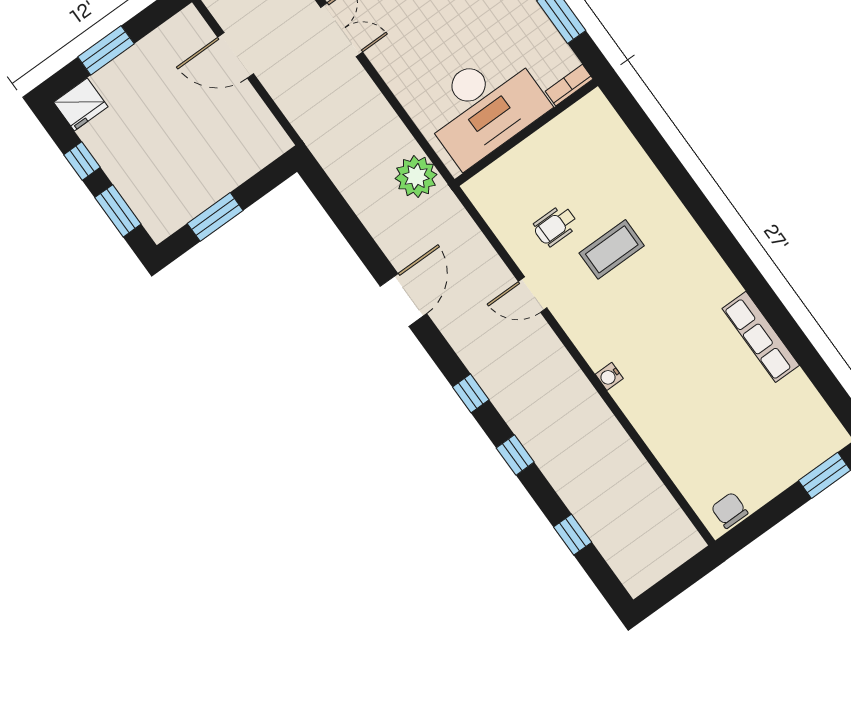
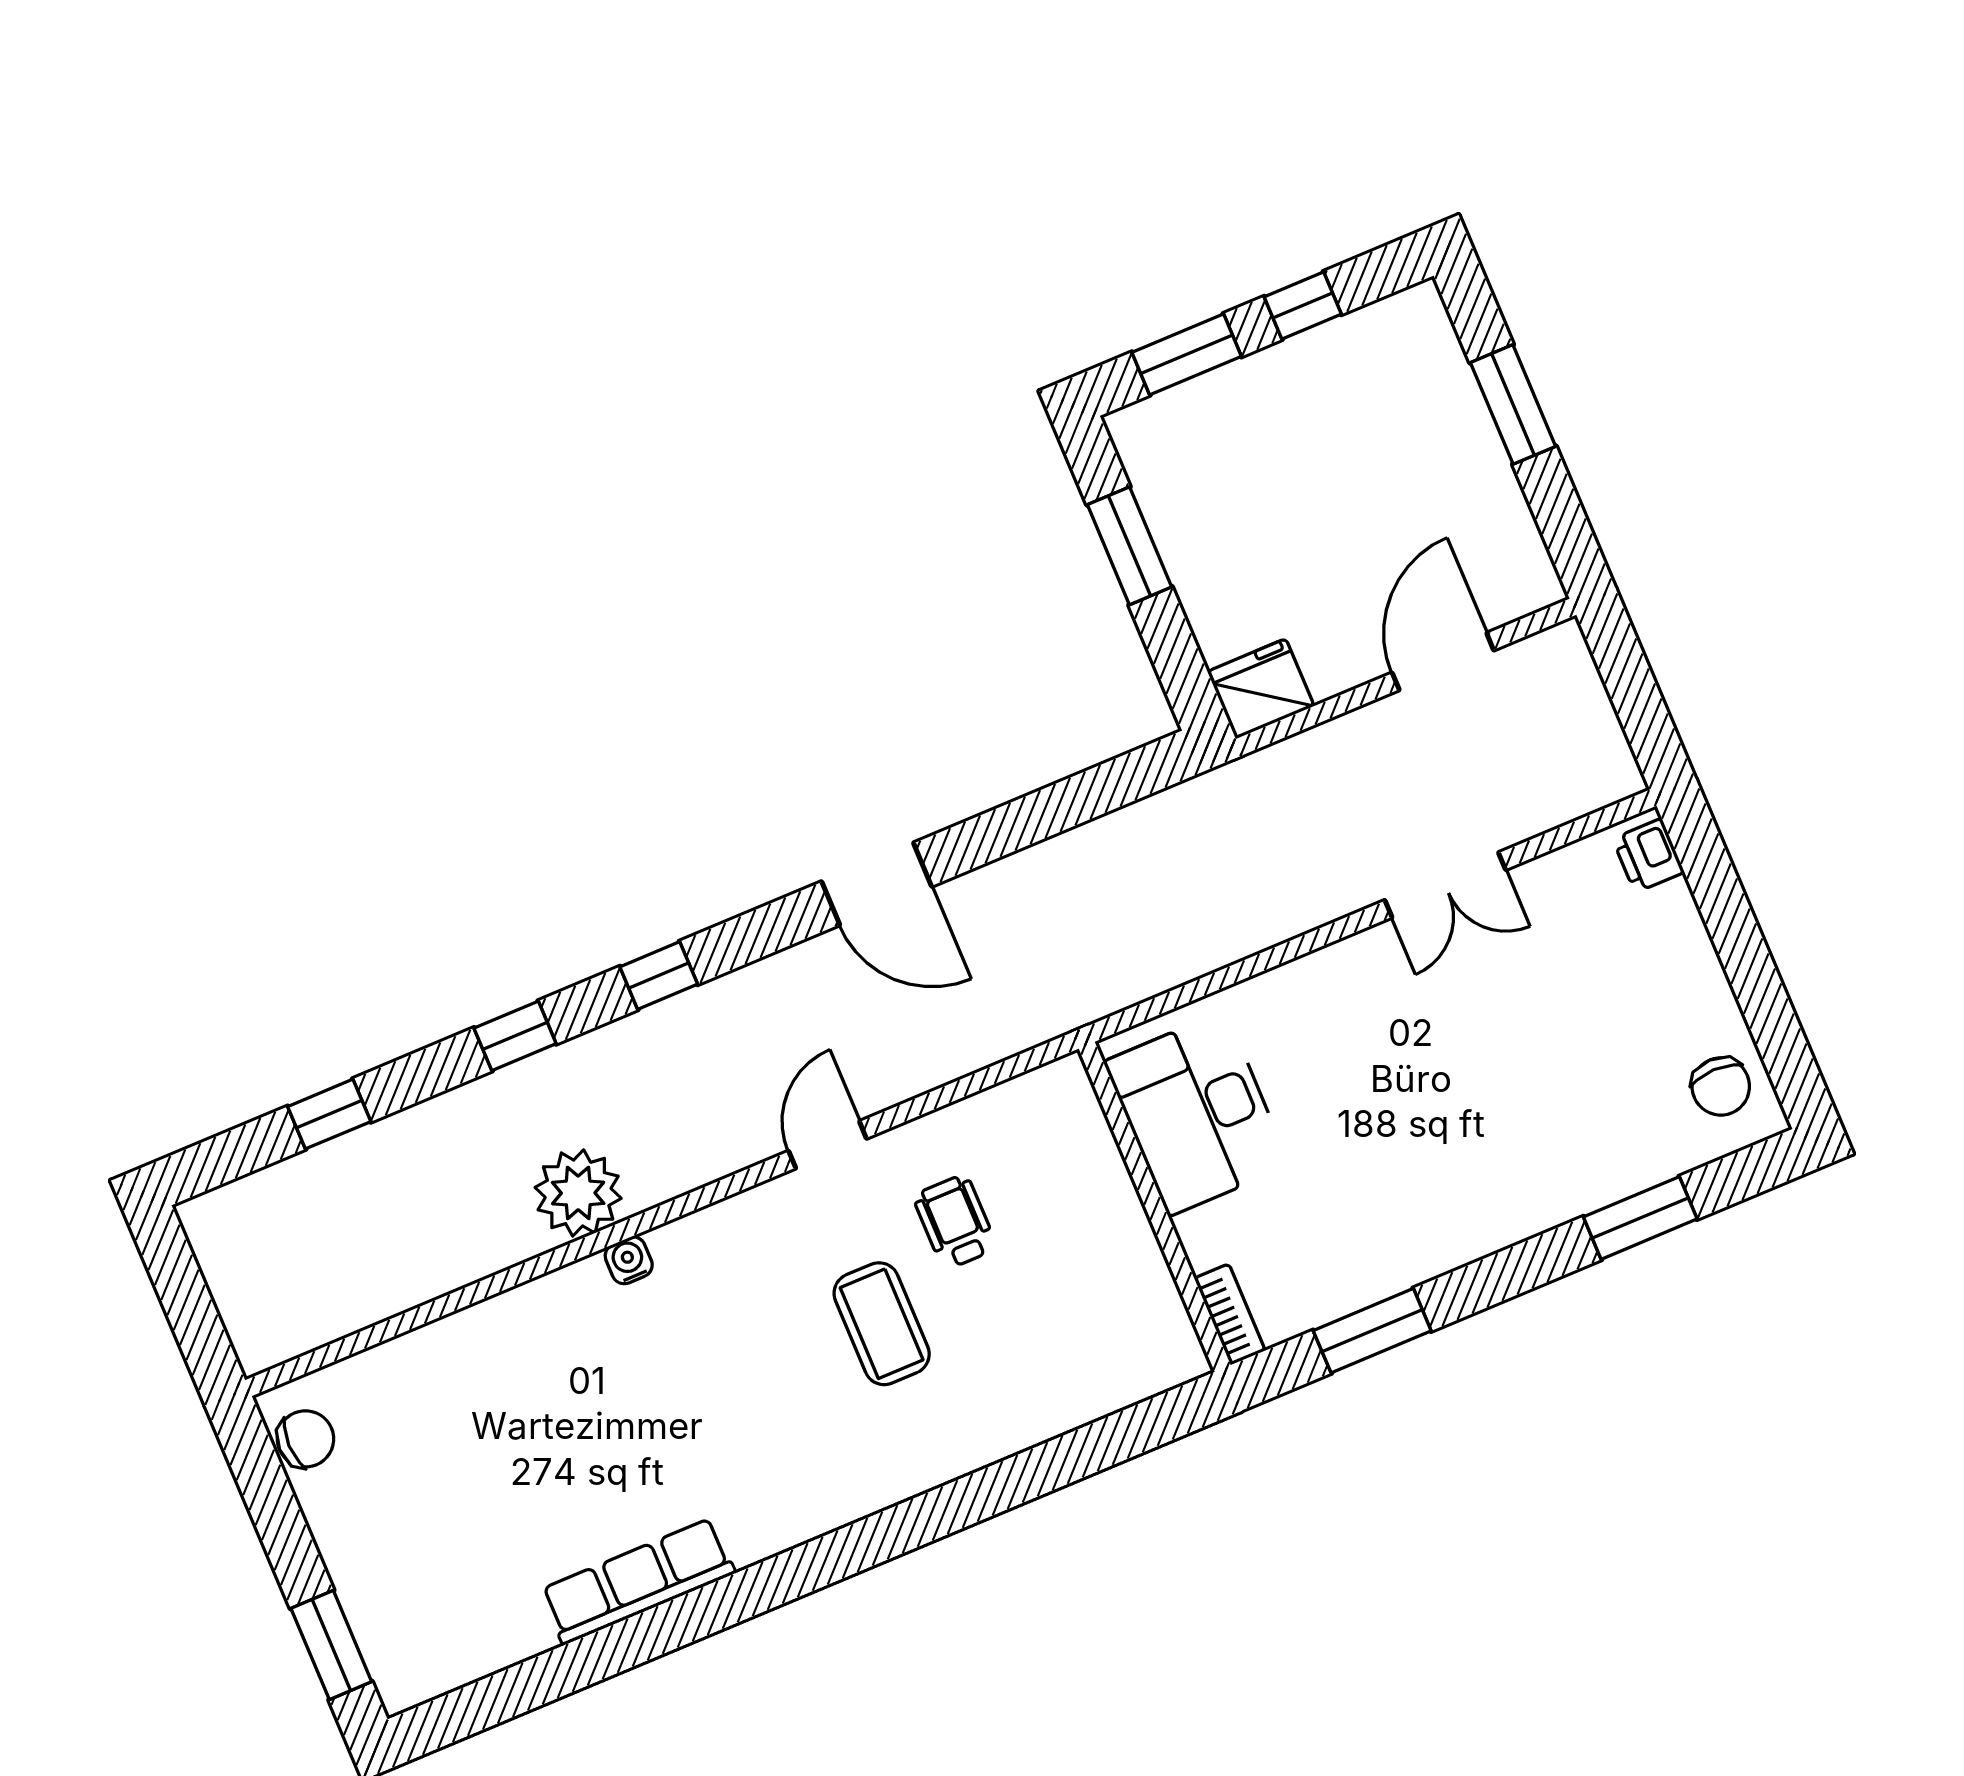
fridge: (81, 104) -> (1261, 689), moved, turned 90
desk: (484, 106) -> (1197, 1114), width x0.73, depth x0.77
plant: (416, 177) -> (578, 1193), moved

